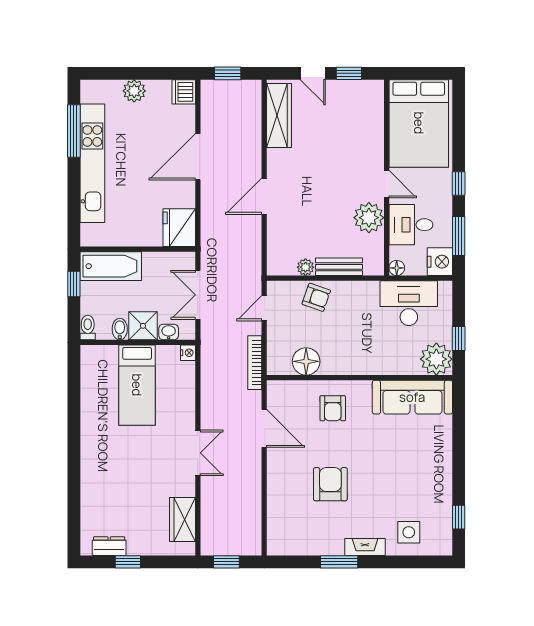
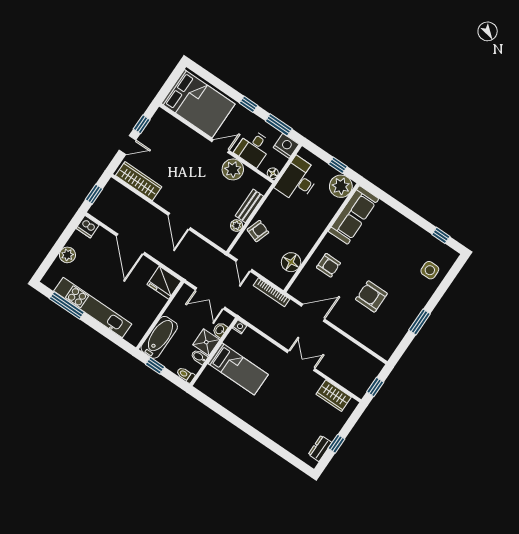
fireplace: (365, 547) -> (421, 301), removed

